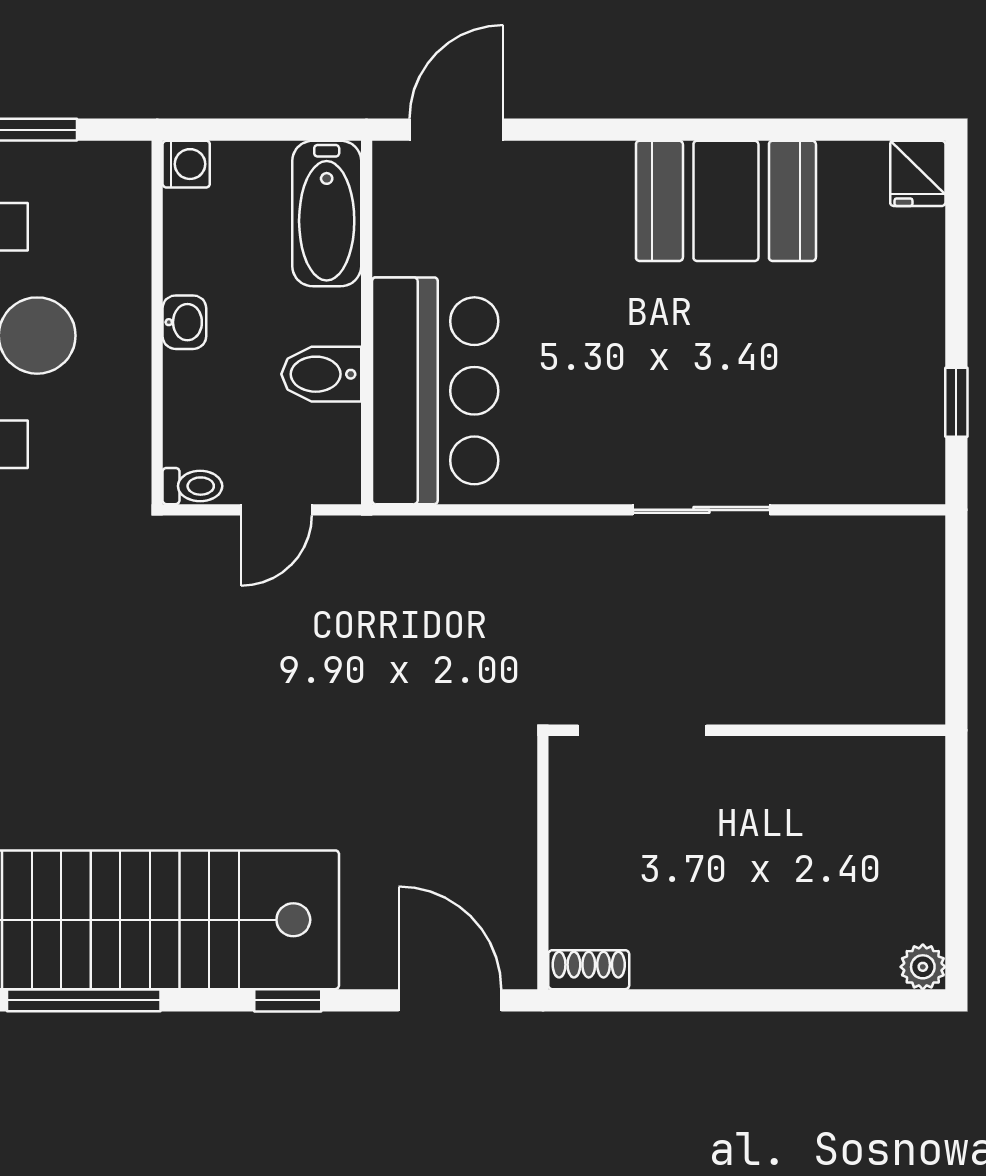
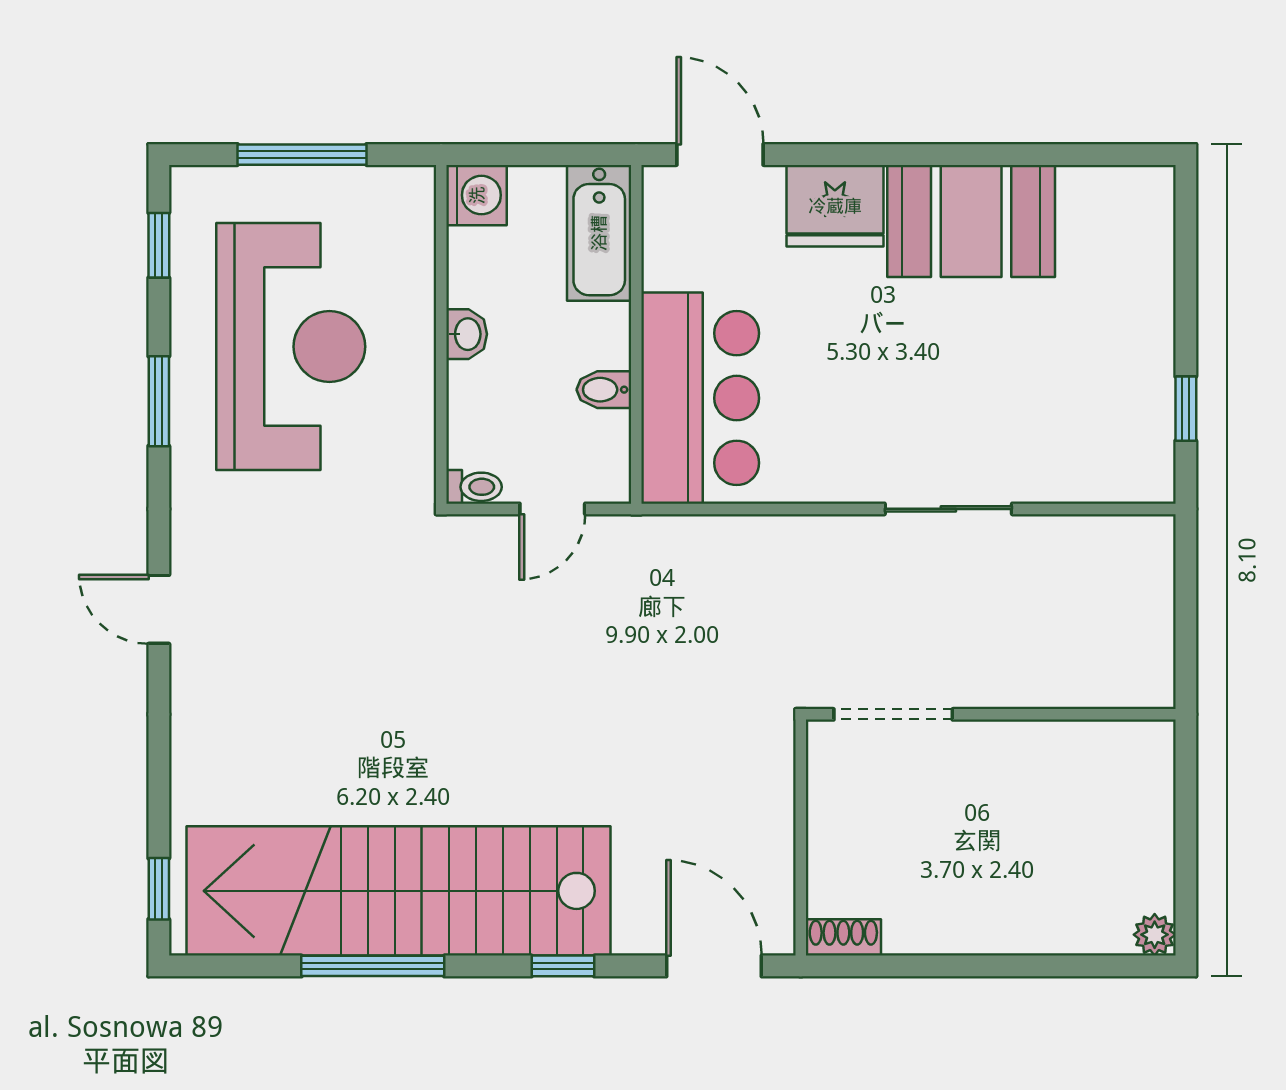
door: (456, 130) -> (720, 155), hinge flipped
washing machine: (186, 164) -> (477, 195), width x1.38, depth x1.38
fridge: (918, 173) -> (835, 206), moved, width x1.88, depth x1.34
bidet: (321, 374) -> (604, 390), width x0.72, depth x0.74

